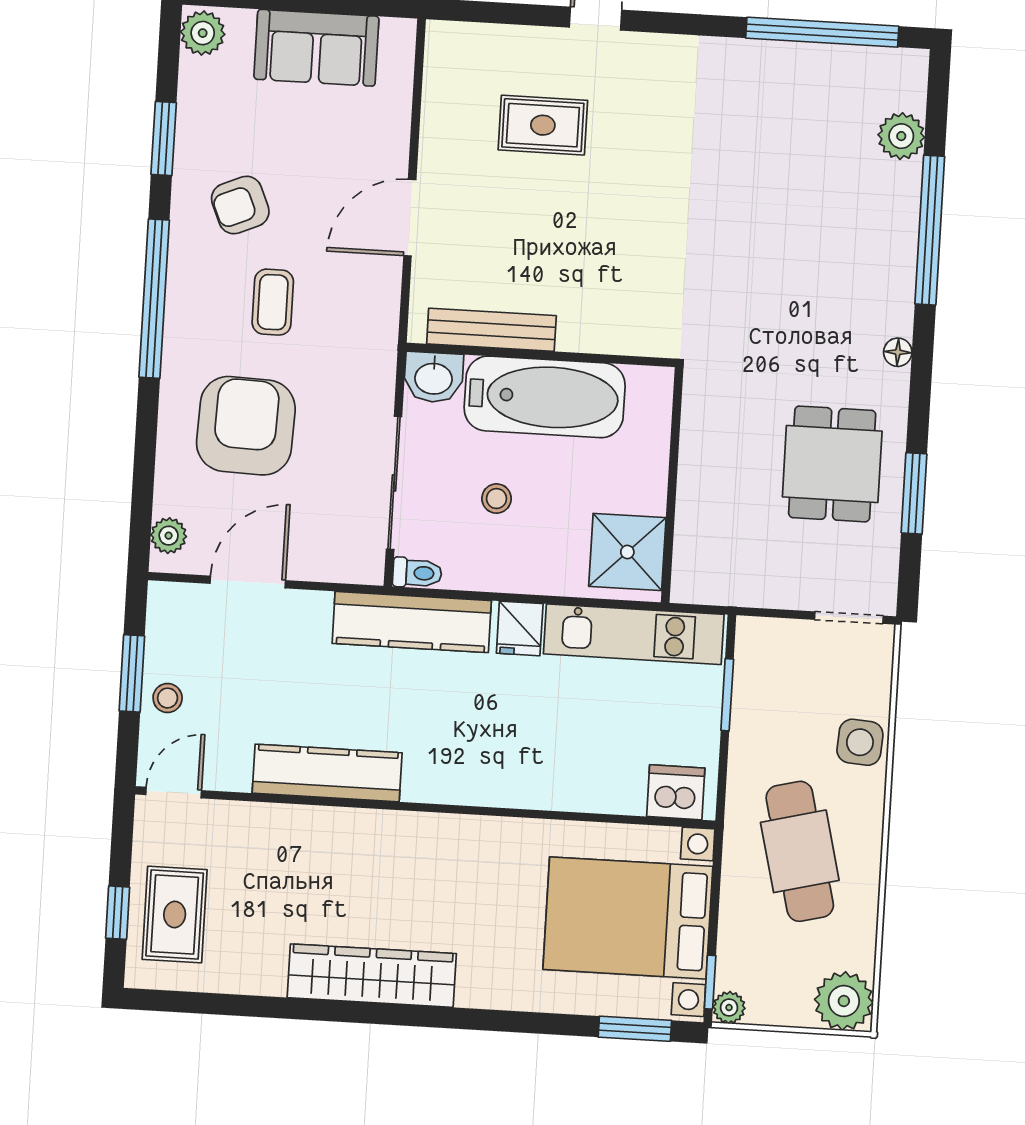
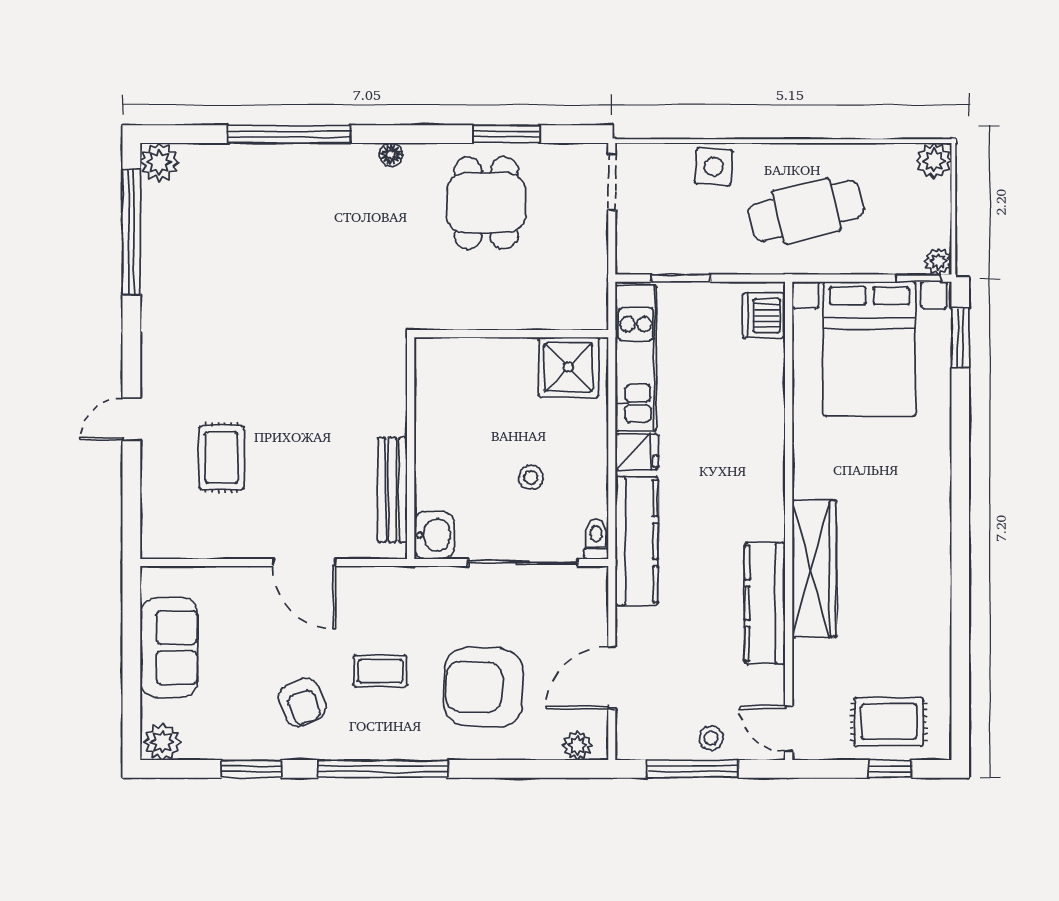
plant: (901, 136) -> (159, 162), moved
bathtub: (545, 397) -> (445, 443), removed
dining table: (832, 464) -> (486, 203), turned 90
door: (248, 582) -> (612, 678), hinge flipped
window: (132, 673) -> (693, 769), width x1.44
wardrobe: (372, 976) -> (814, 569), moved, turned 180
plant: (844, 1001) -> (934, 161), width x0.73, depth x0.73

